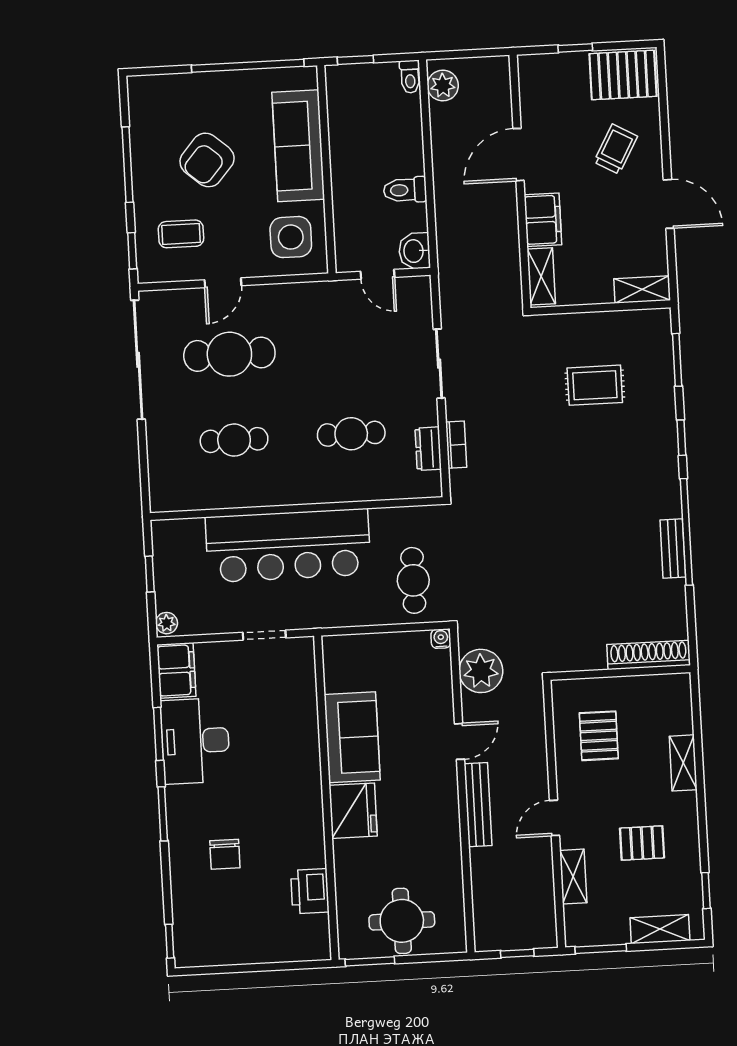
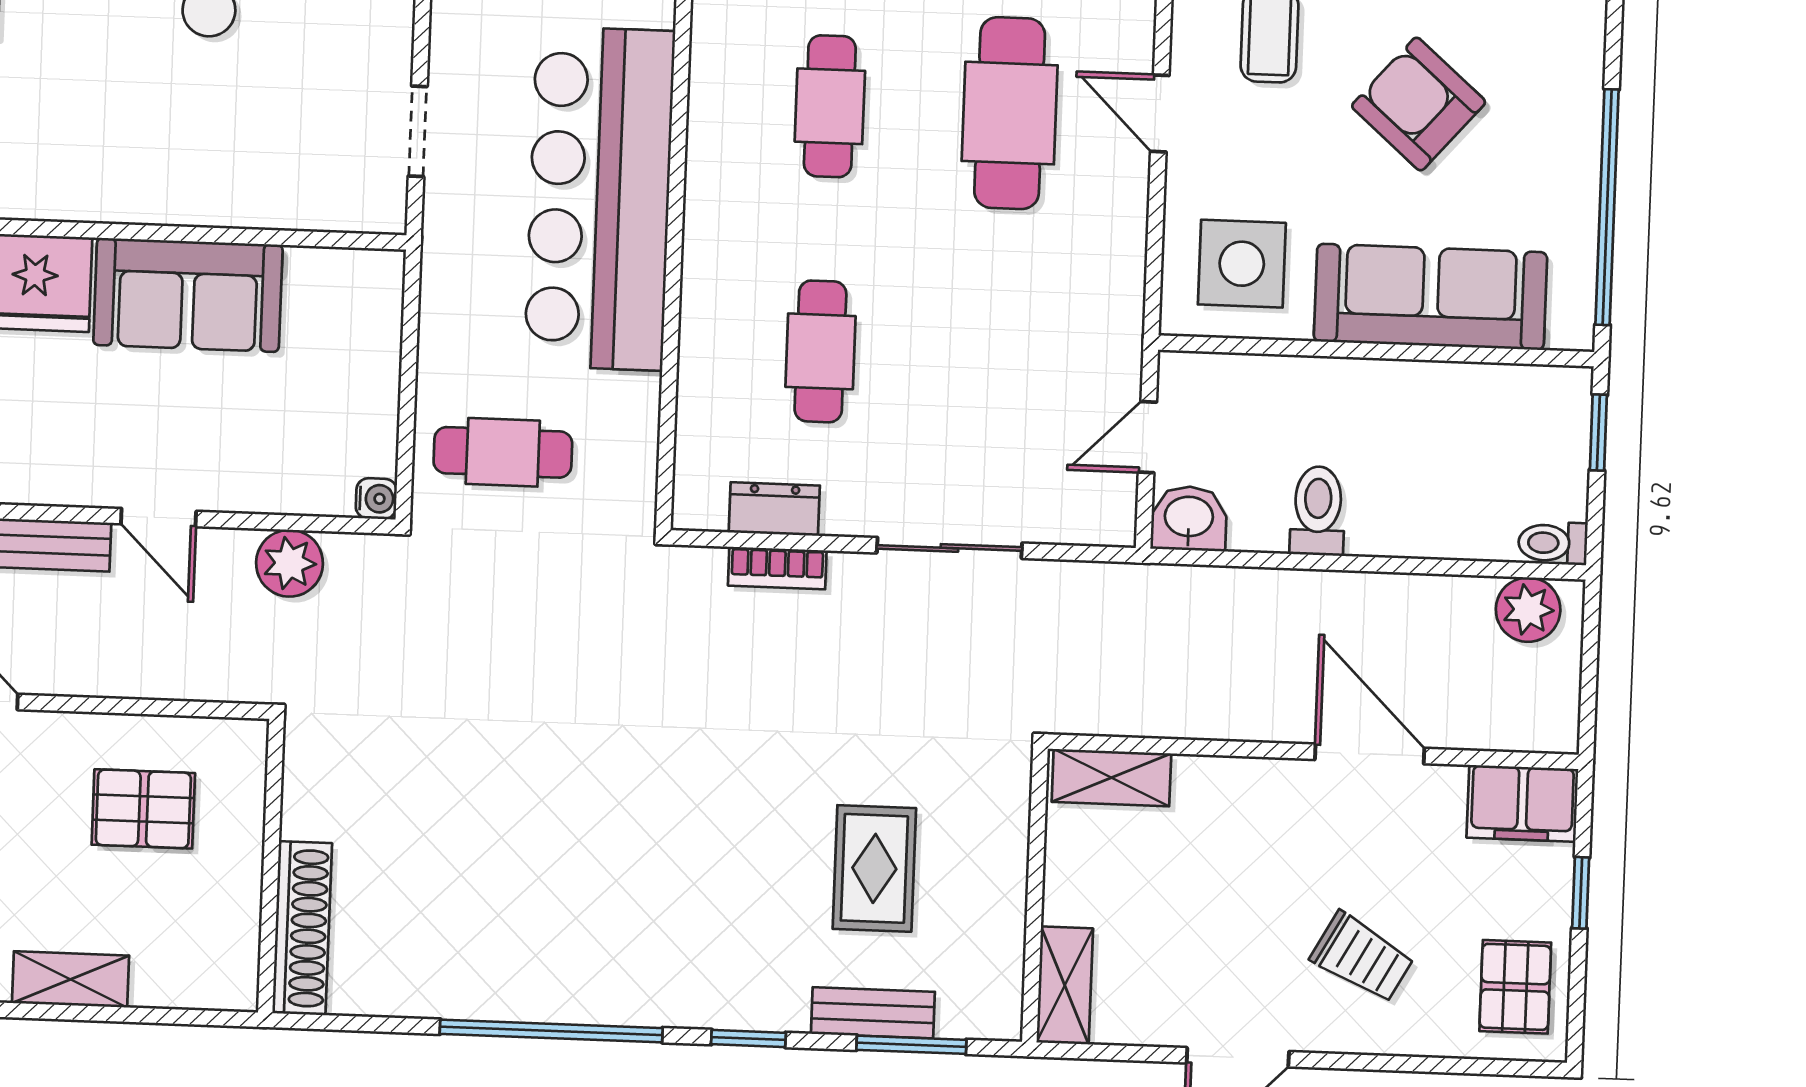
pallet: (623, 75) -> (1515, 987), width x0.67, depth x0.71
filing cabinet: (543, 220) -> (1522, 803), moved
bench: (673, 549) -> (873, 1013), moved
plant: (481, 671) -> (289, 563), width x0.73, depth x0.73

